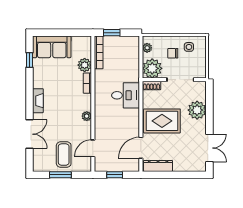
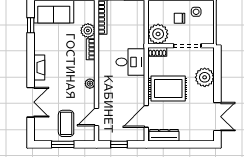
plant: (147, 48) -> (153, 13), removed

